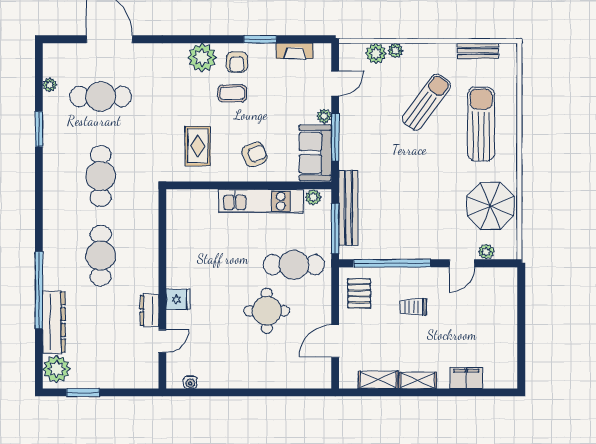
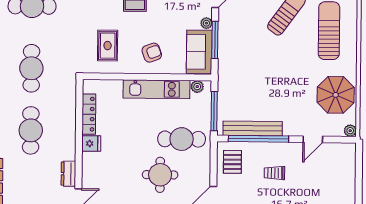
bench: (348, 208) -> (253, 128), moved, turned 90
locker: (175, 234) -> (89, 114), added
plant: (486, 252) -> (350, 131), moved
fridge: (178, 299) -> (91, 143), moved

